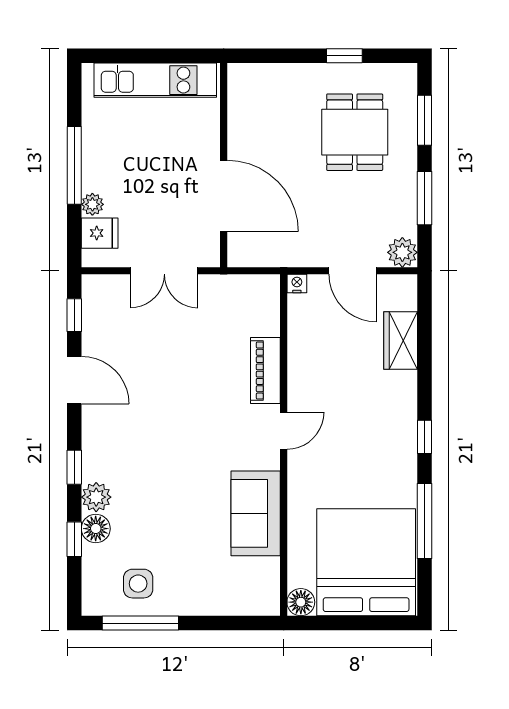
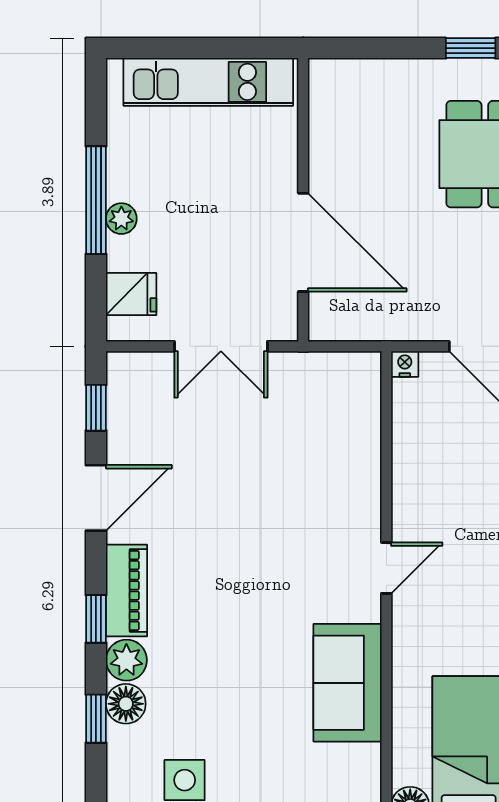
plant: (92, 204) -> (121, 219), moved
piano: (265, 371) -> (126, 590), moved, turned 180
door: (74, 380) -> (96, 498), hinge flipped

